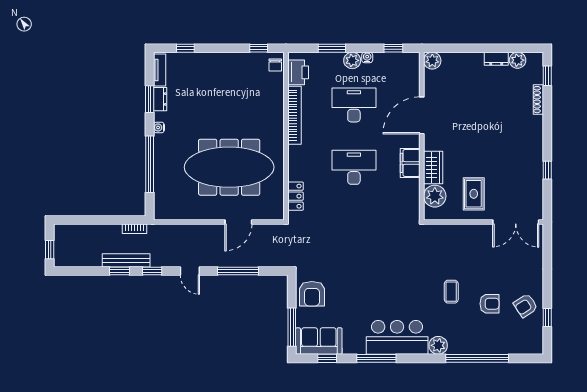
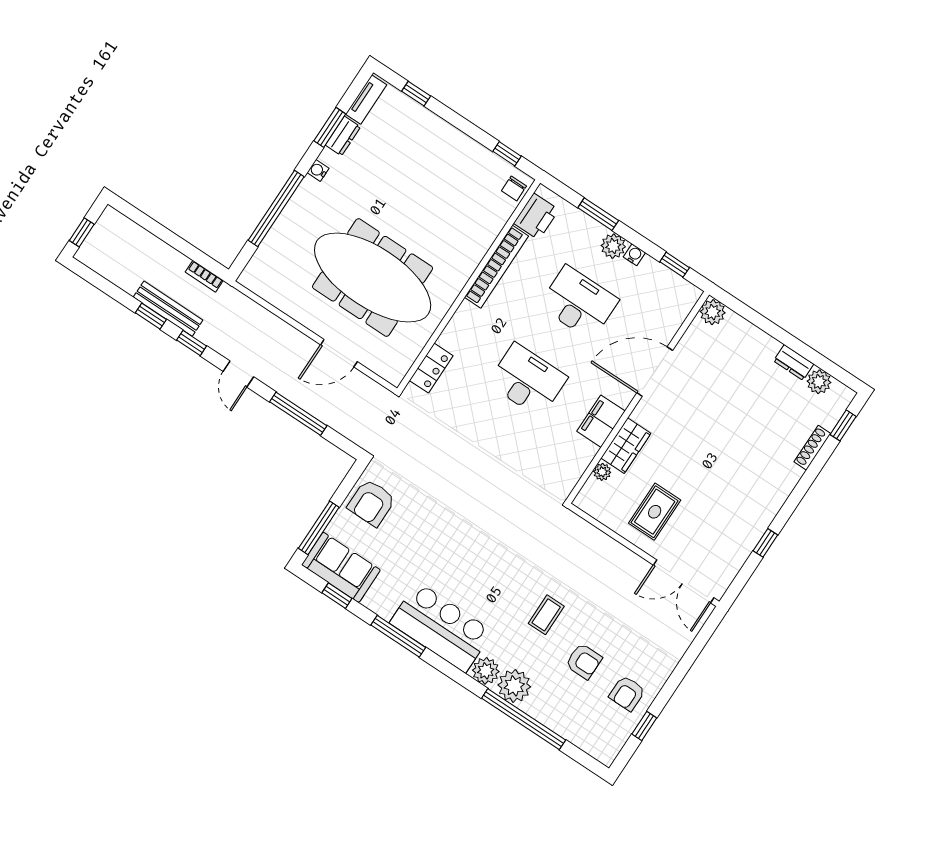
plant: (435, 196) -> (602, 472), width x0.53, depth x0.53
armchair: (526, 306) -> (627, 693), turned -57
plant: (460, 343) -> (514, 686), added

